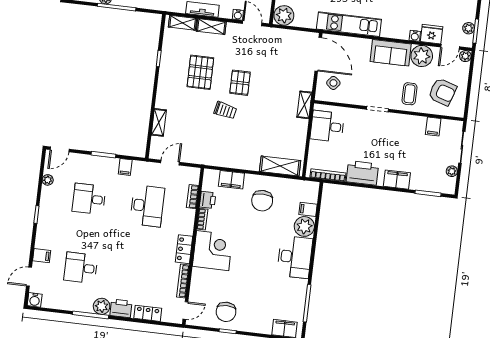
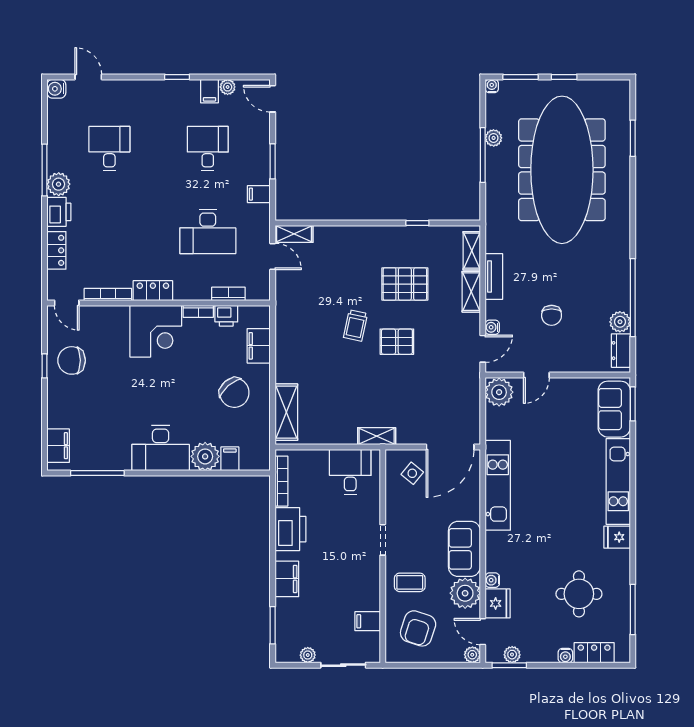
shelving: (159, 122) -> (294, 234), moved
chair: (262, 201) -> (234, 393), turned -131
filing cabinet: (42, 256) -> (209, 91), moved

